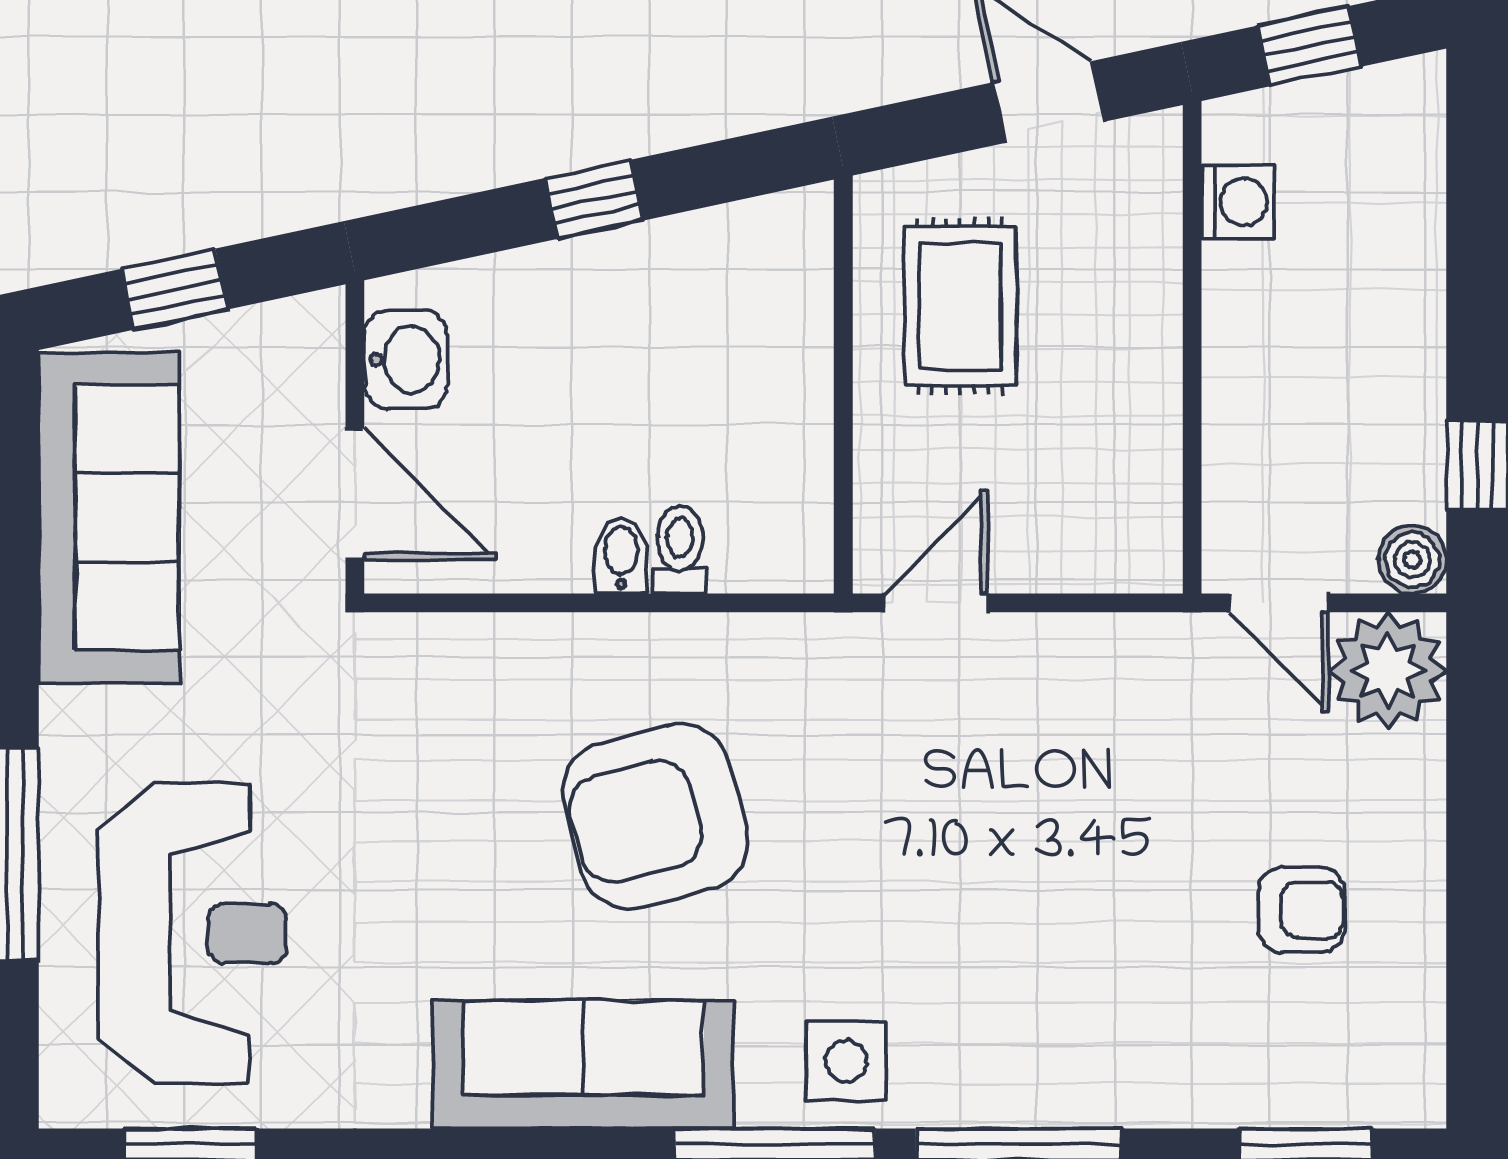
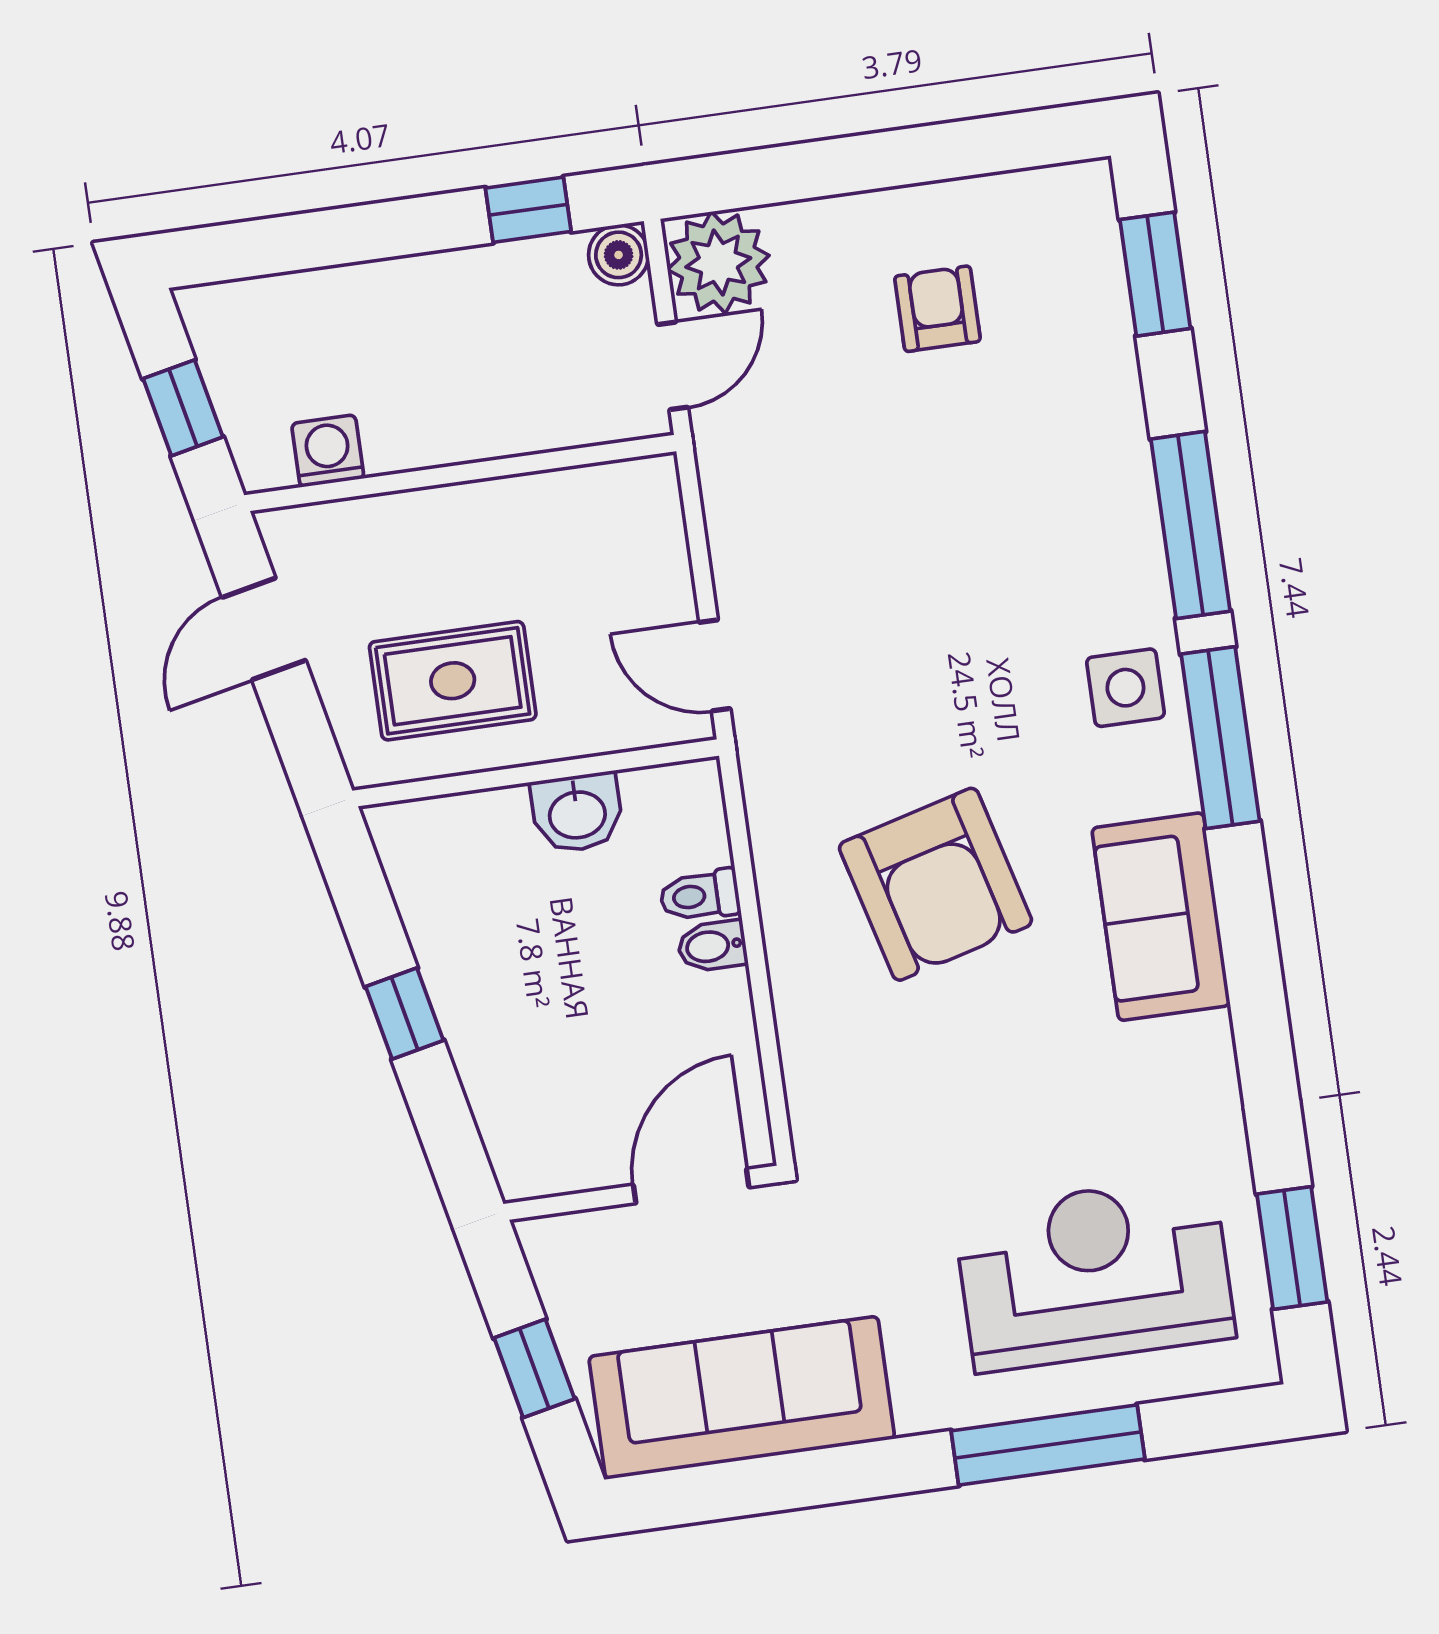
washbasin: (406, 360) -> (577, 813), moved, turned 180
sofa: (583, 1065) -> (1161, 917), width x0.73

